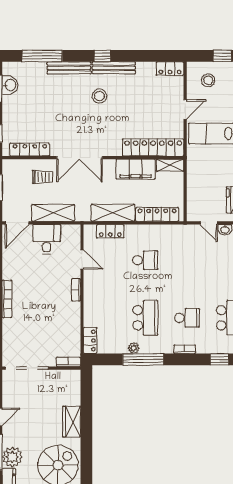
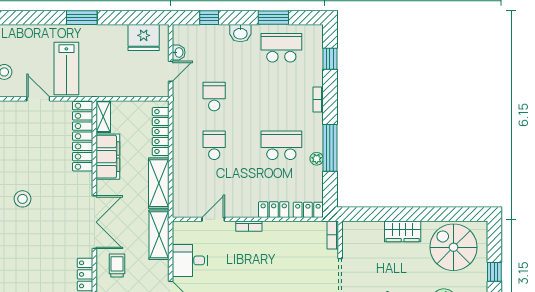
shelving: (53, 213) -> (159, 235), moved
locker: (110, 231) -> (274, 210), moved, turned -90
school desk: (187, 318) -> (214, 97), moved

